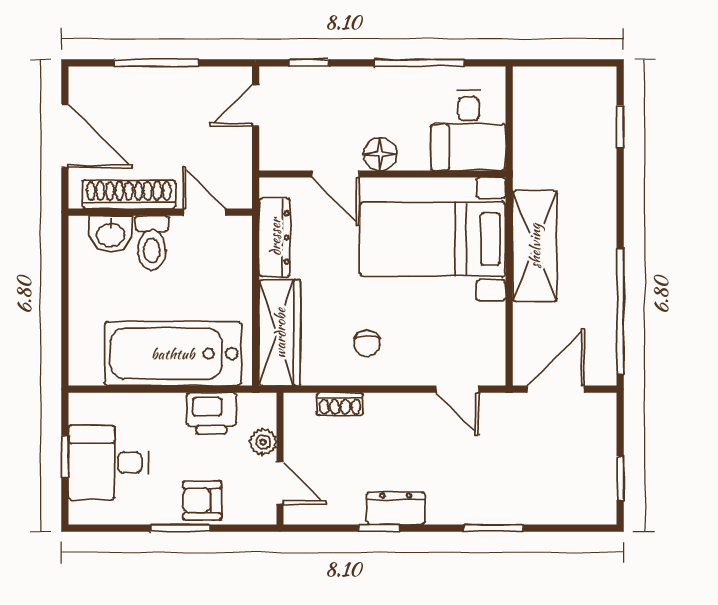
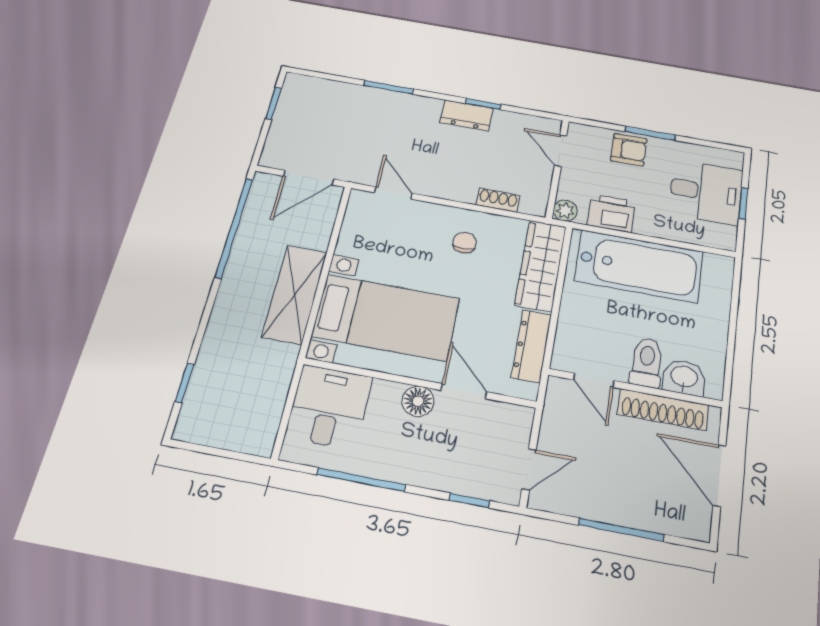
plant: (263, 442) -> (565, 211), moved

